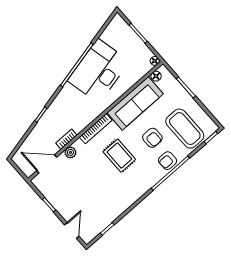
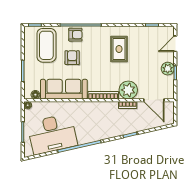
desk: (98, 71) -> (52, 134), moved
plant: (70, 152) -> (128, 90), width x1.87, depth x1.87
rug: (119, 156) -> (119, 49), moved
plant: (59, 203) -> (168, 69), added

